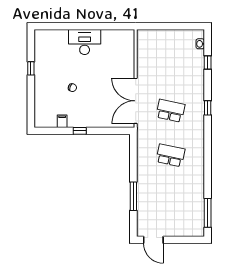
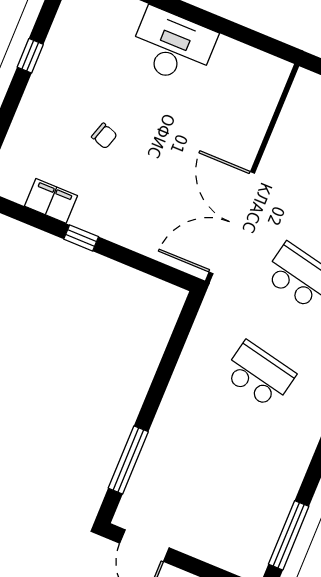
filing cabinet: (62, 121) -> (51, 201), width x2.00
window: (133, 196) -> (128, 460), moved

